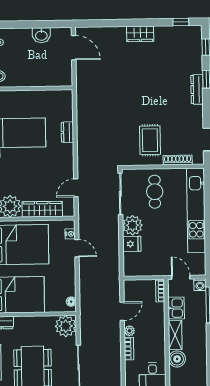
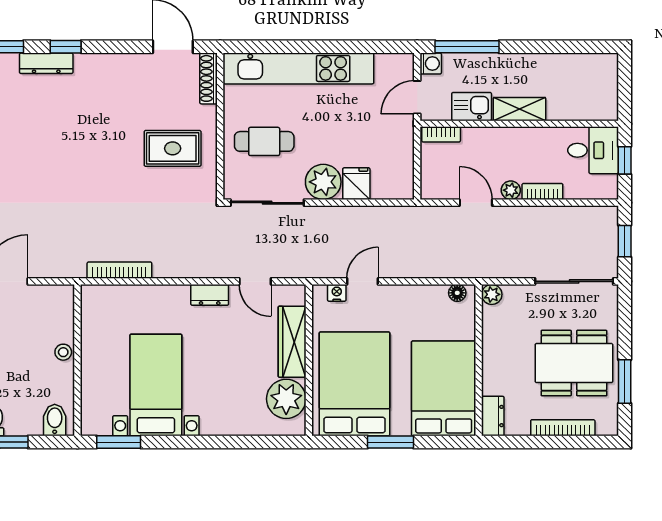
stool: (34, 80) -> (63, 352), added
dresser: (197, 89) -> (46, 63), moved
bookcase: (81, 111) -> (119, 270), added
dresser: (67, 132) -> (210, 295), moved
shoe rack: (178, 160) -> (209, 78), moved
plant: (66, 326) -> (492, 294), width x0.53, depth x0.53
boiler: (177, 359) -> (562, 106), removed

